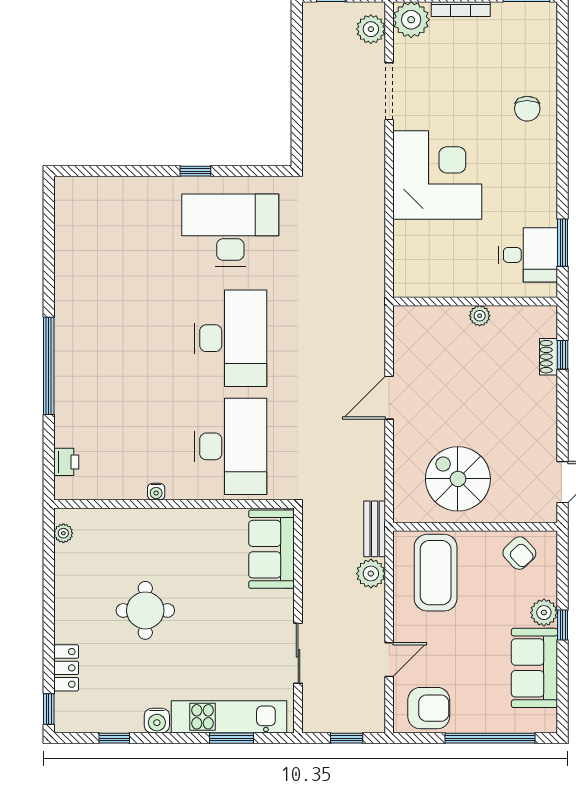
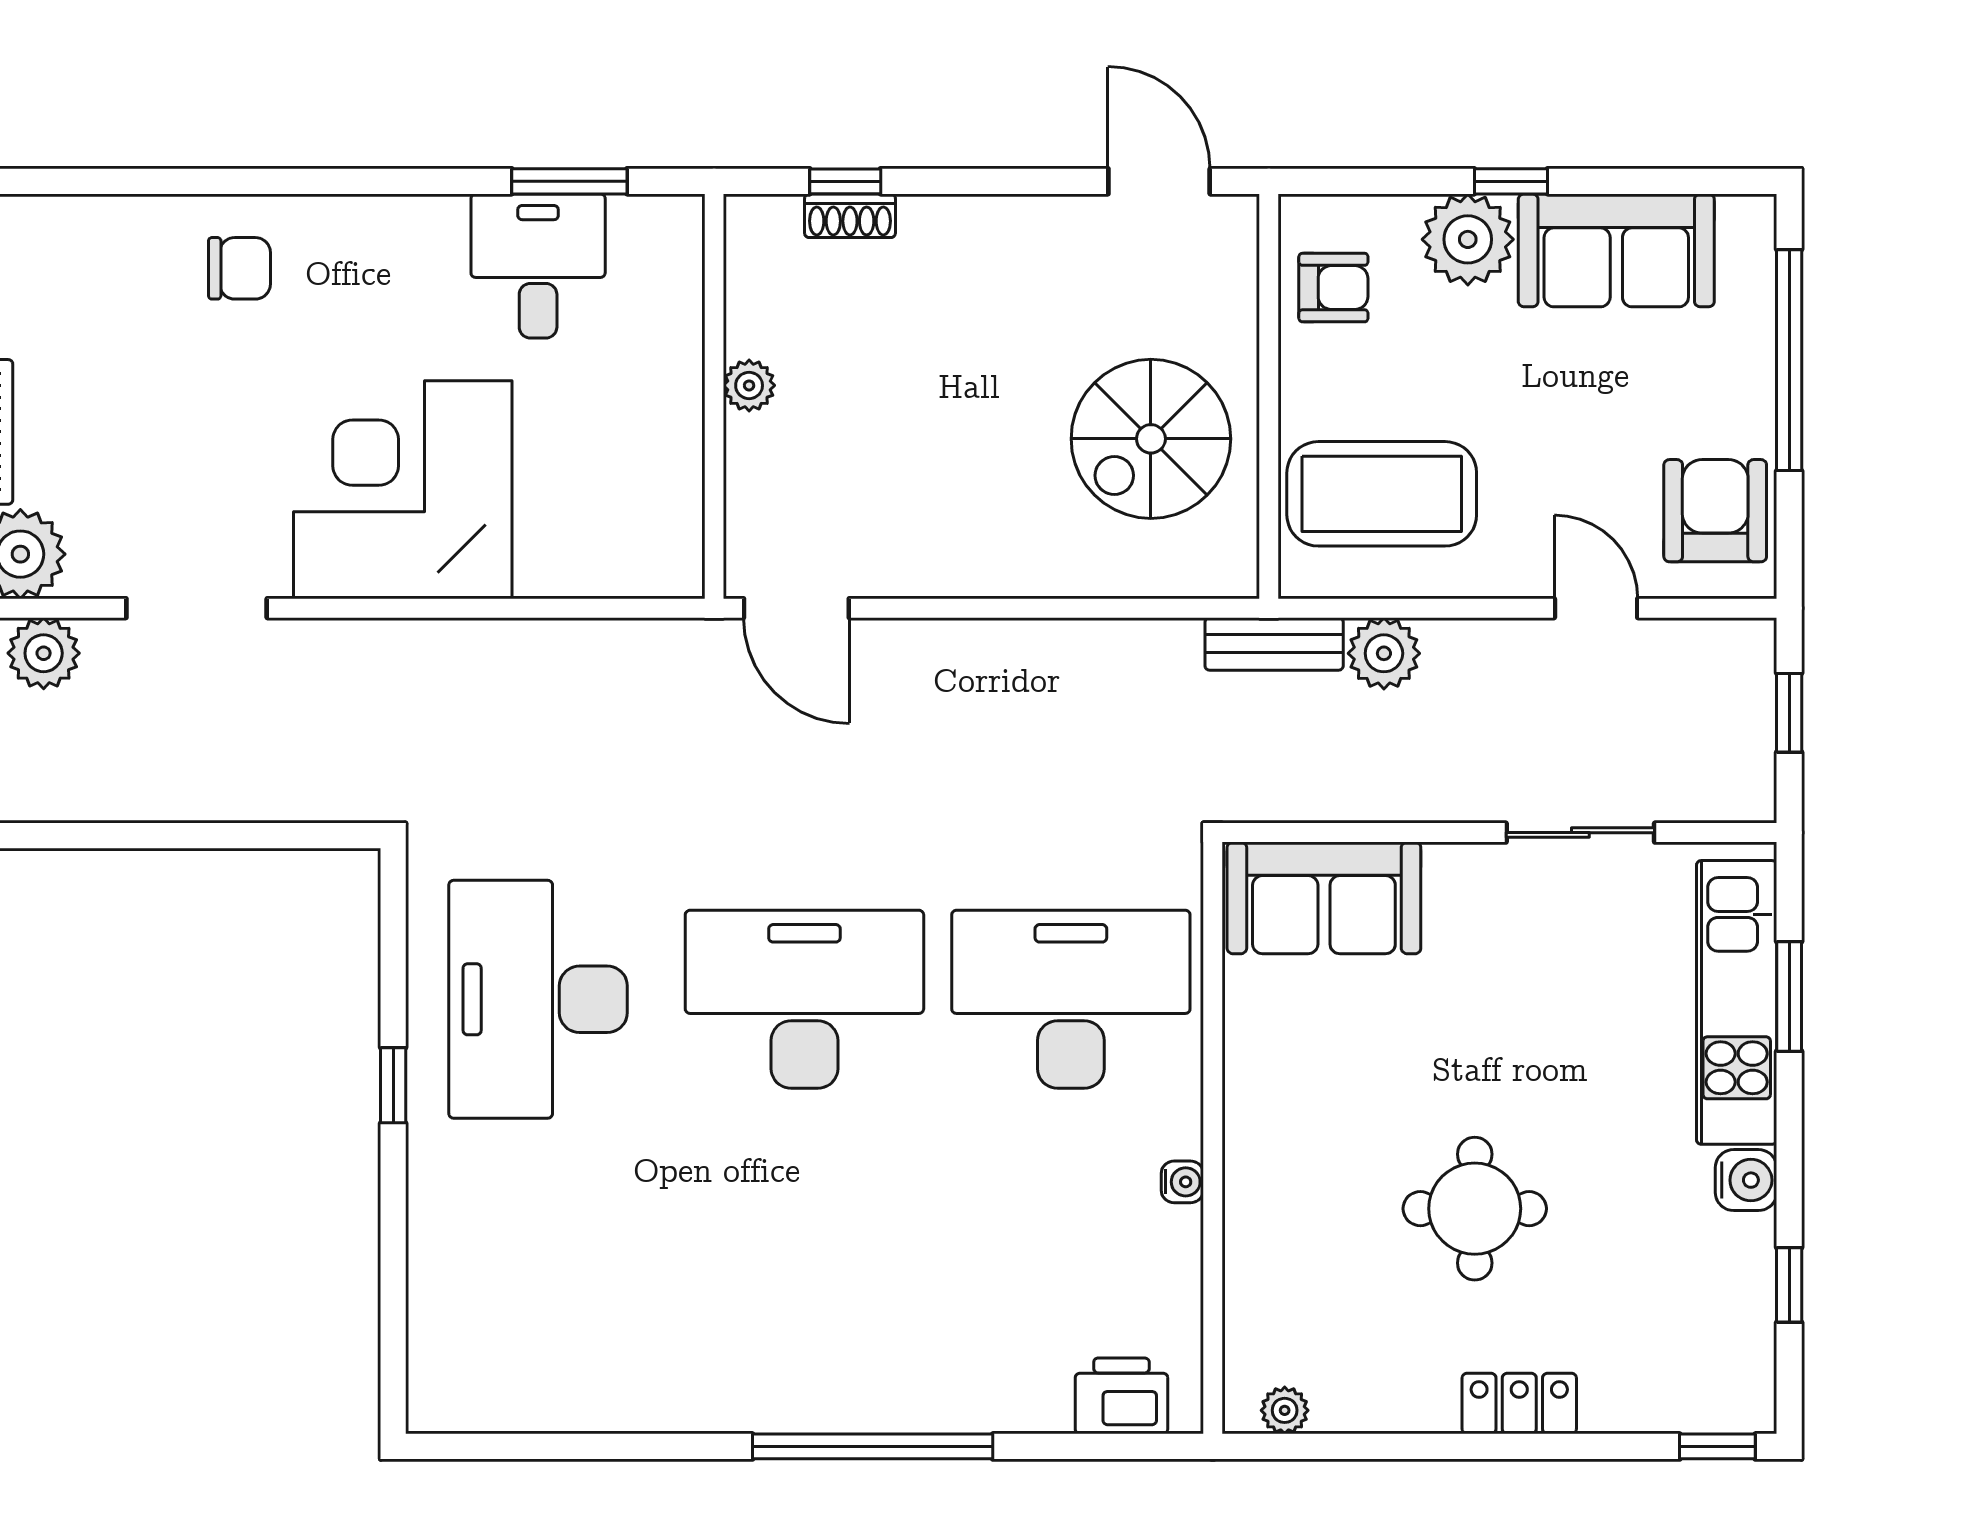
desk: (528, 255) -> (538, 266), moved
door: (389, 398) -> (796, 608), moved
printer: (66, 462) -> (1121, 1396), width x1.36, depth x1.24
armchair: (519, 553) -> (1333, 288), turned 43
plant: (544, 613) -> (1468, 239), width x1.36, depth x1.36
locker: (66, 668) -> (1519, 1404), moved

